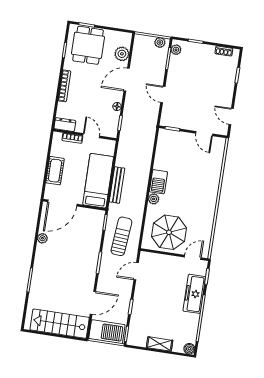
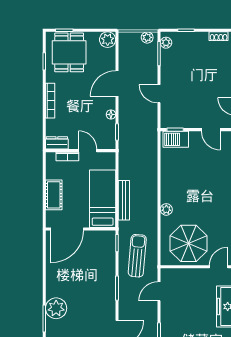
plant: (122, 54) -> (108, 40), moved
barbecue: (158, 182) -> (176, 139), moved, turned 90
plant: (42, 238) -> (56, 308), moved, width x1.88, depth x1.88

